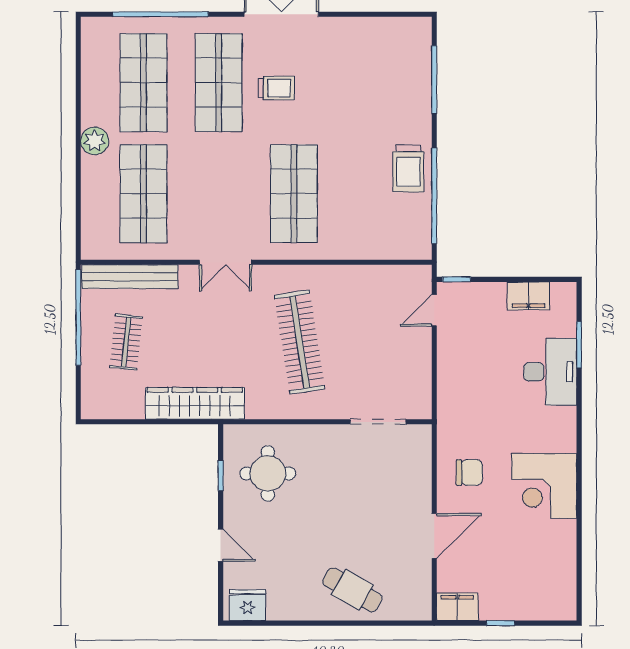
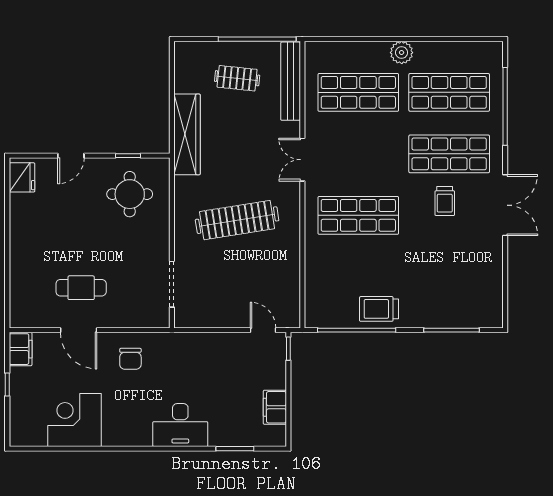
desk: (550, 372) -> (180, 425), moved
corner desk: (544, 486) -> (75, 420), moved
cafe table: (352, 590) -> (81, 288), moved, turned 60

